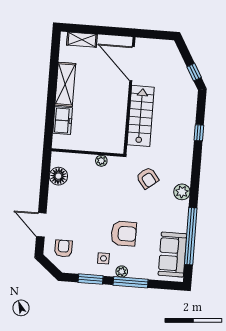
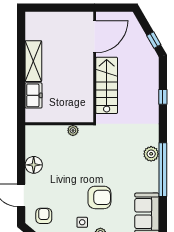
shelving: (82, 40) -> (46, 18), removed
door: (132, 64) -> (95, 37), swing flipped
floor lamp: (58, 176) -> (34, 165), moved
armchair: (147, 178) -> (118, 143), removed
window: (191, 236) -> (163, 170), moved

